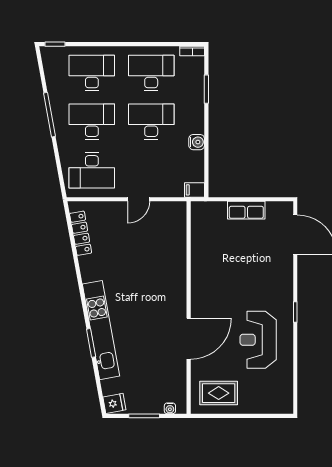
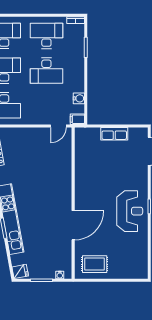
desk: (151, 122) -> (46, 71), turned 180
water cooler: (197, 142) -> (79, 98), moved
door: (139, 199) -> (58, 126), moved
reception desk: (258, 340) -> (130, 211), moved, turned 180

